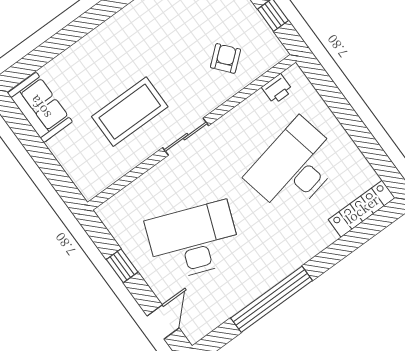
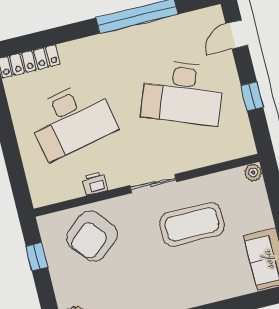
armchair: (226, 58) -> (92, 236), width x1.88, depth x1.88
printer: (277, 89) -> (95, 184), moved
plant: (89, 190) -> (253, 172), added

